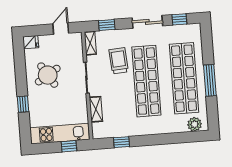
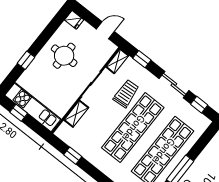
round table: (48, 75) -> (64, 56), turned 32
window: (69, 146) -> (19, 113), moved

